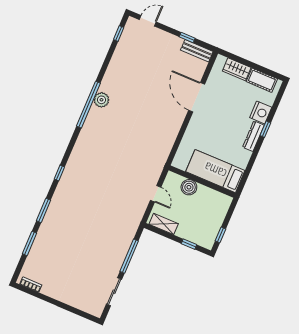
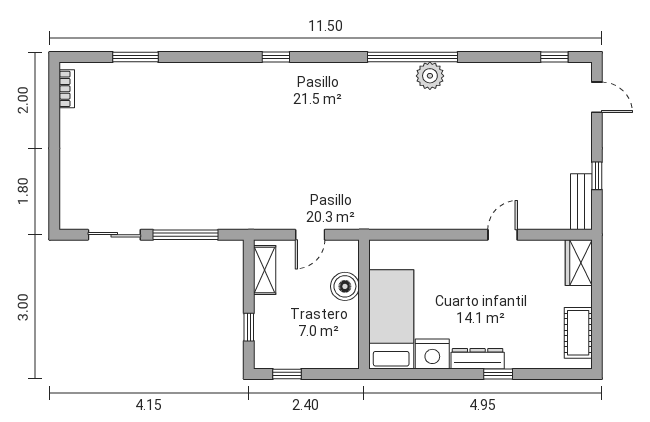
wardrobe: (237, 69) -> (579, 263), moved
door: (197, 97) -> (503, 235), width x0.53
nightstand: (261, 112) -> (432, 354), moved
window: (43, 210) -> (201, 57), removed

